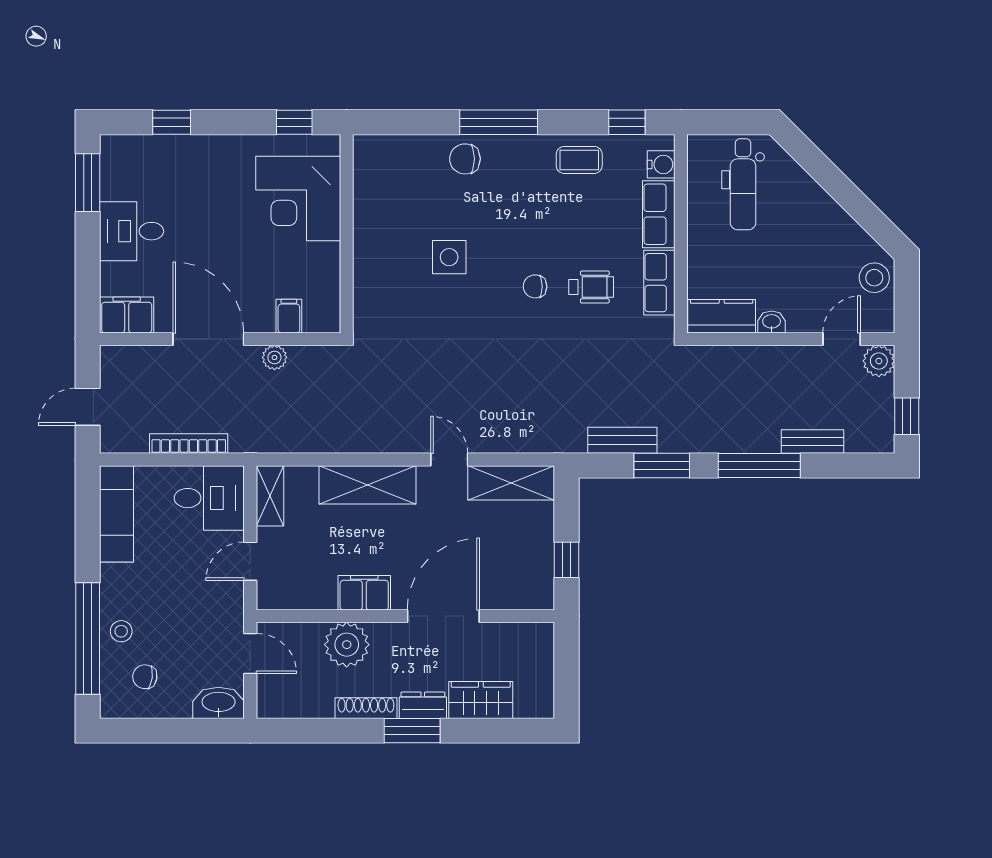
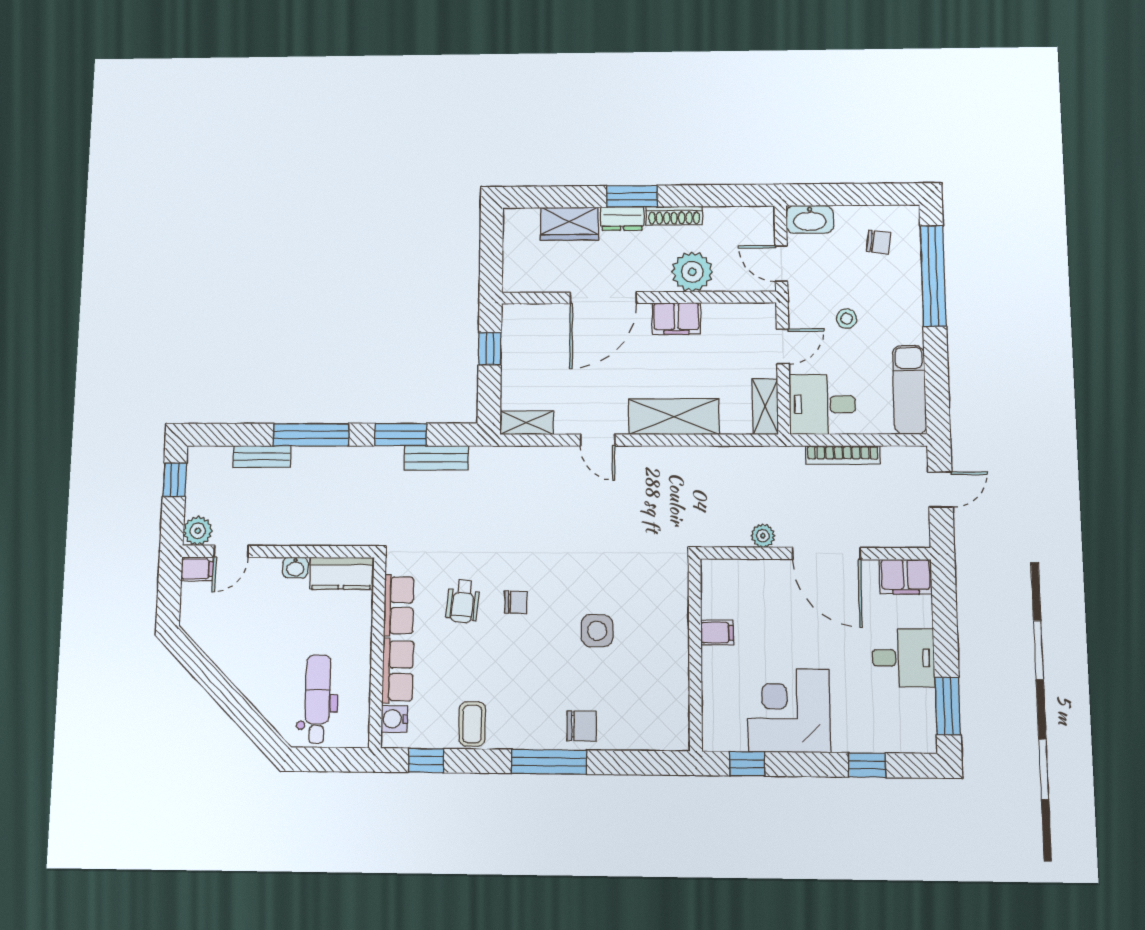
coffee table: (579, 160) -> (472, 724), turned 90
corner desk: (298, 199) -> (789, 710), moved, turned -90
stool: (874, 278) -> (198, 609), removed
wheelchair: (591, 287) -> (463, 601), turned -84
filing cabinet: (289, 316) -> (717, 633), moved, turned -90
filing cabinet: (878, 320) -> (197, 569), added
shelving: (511, 483) -> (527, 423), width x0.67, depth x0.75
stool: (121, 631) -> (847, 319), moved

